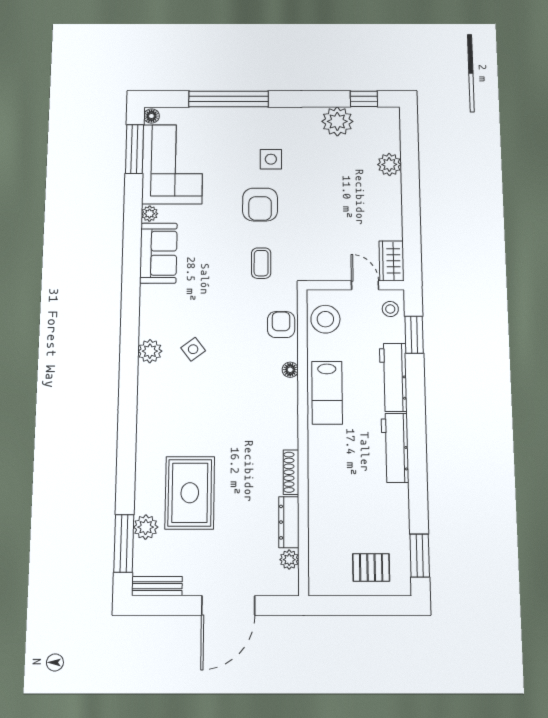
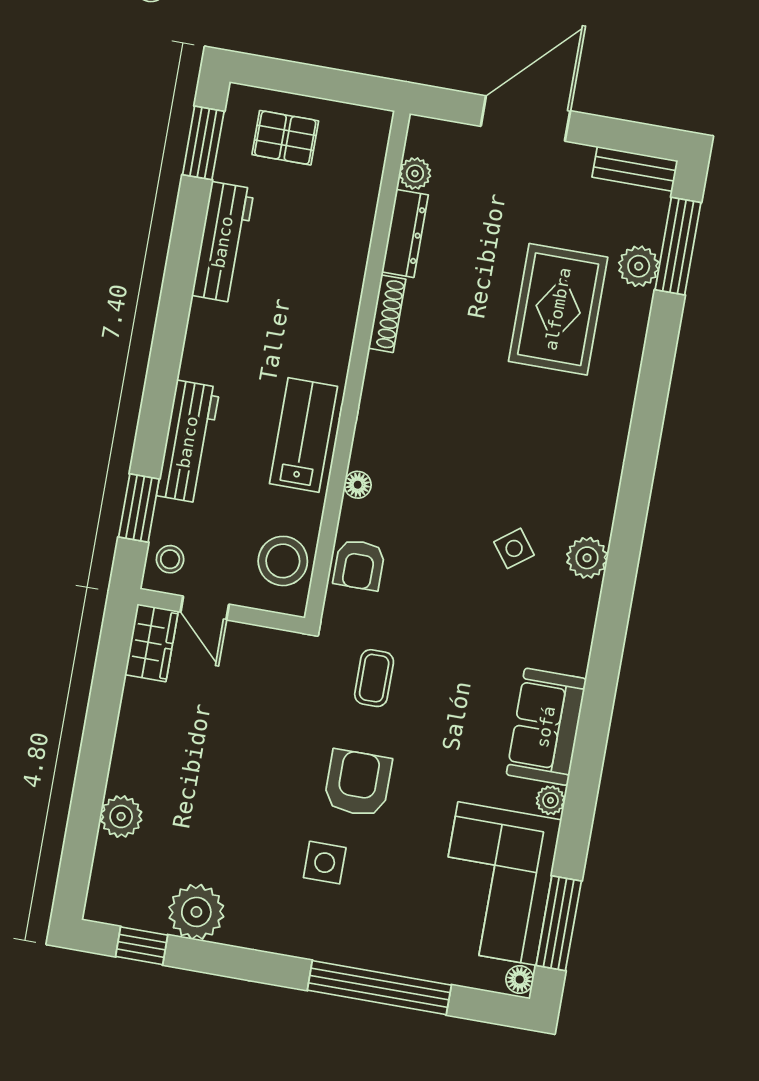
workbench: (395, 448) -> (223, 242), moved

